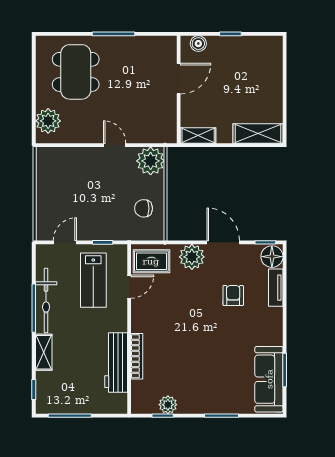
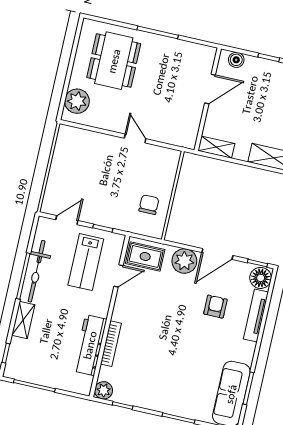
plant: (151, 161) -> (166, 161), removed
chair: (144, 208) -> (149, 205), turned 90
door: (223, 242) -> (217, 254), swing flipped
tv unit: (276, 288) -> (256, 316), width x1.41
plant: (168, 405) -> (104, 390), moved

